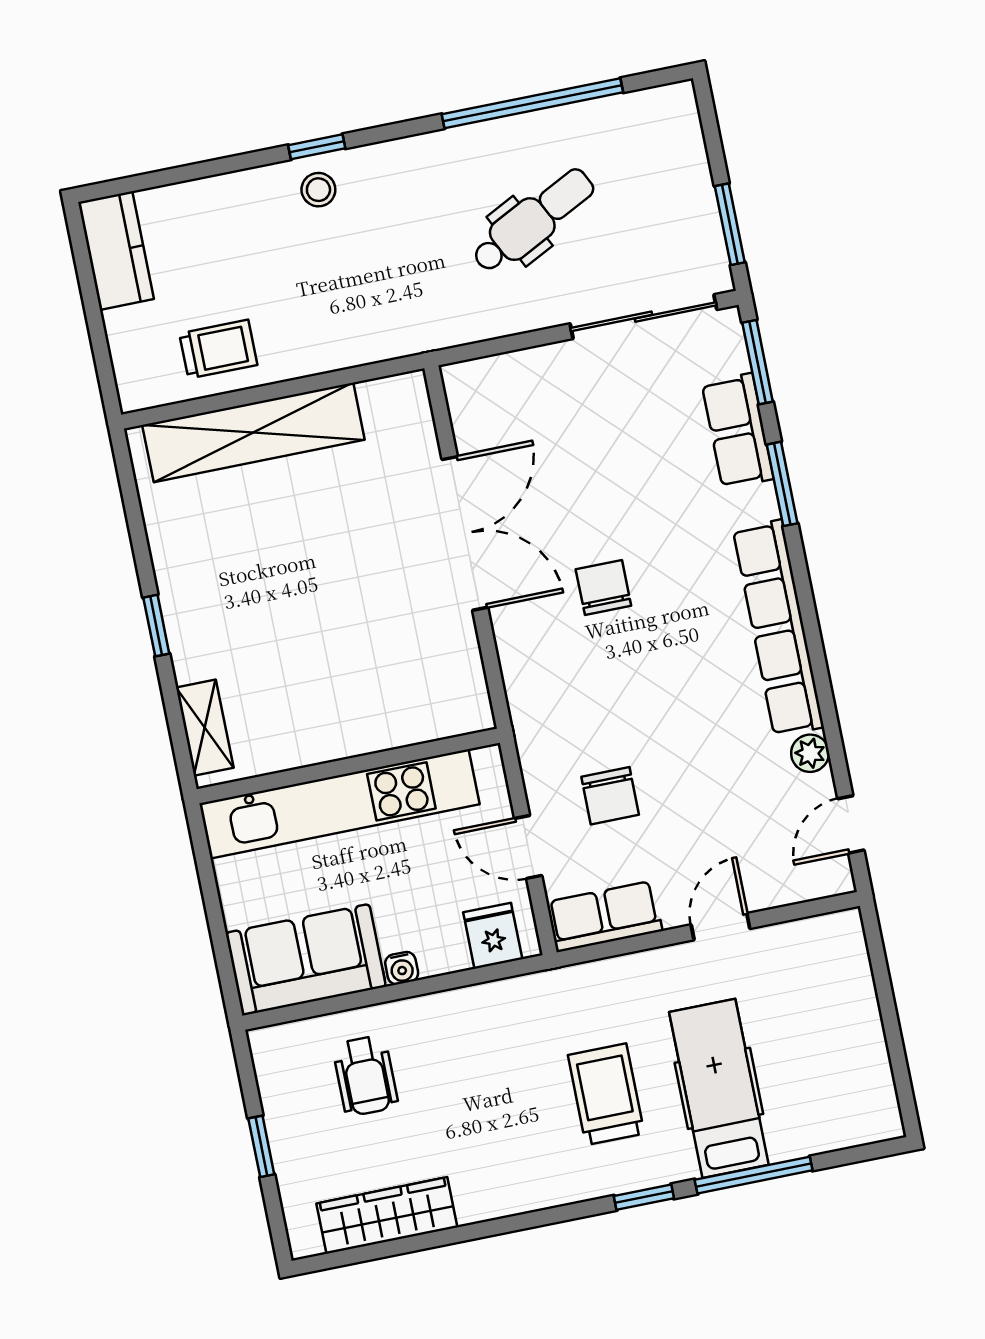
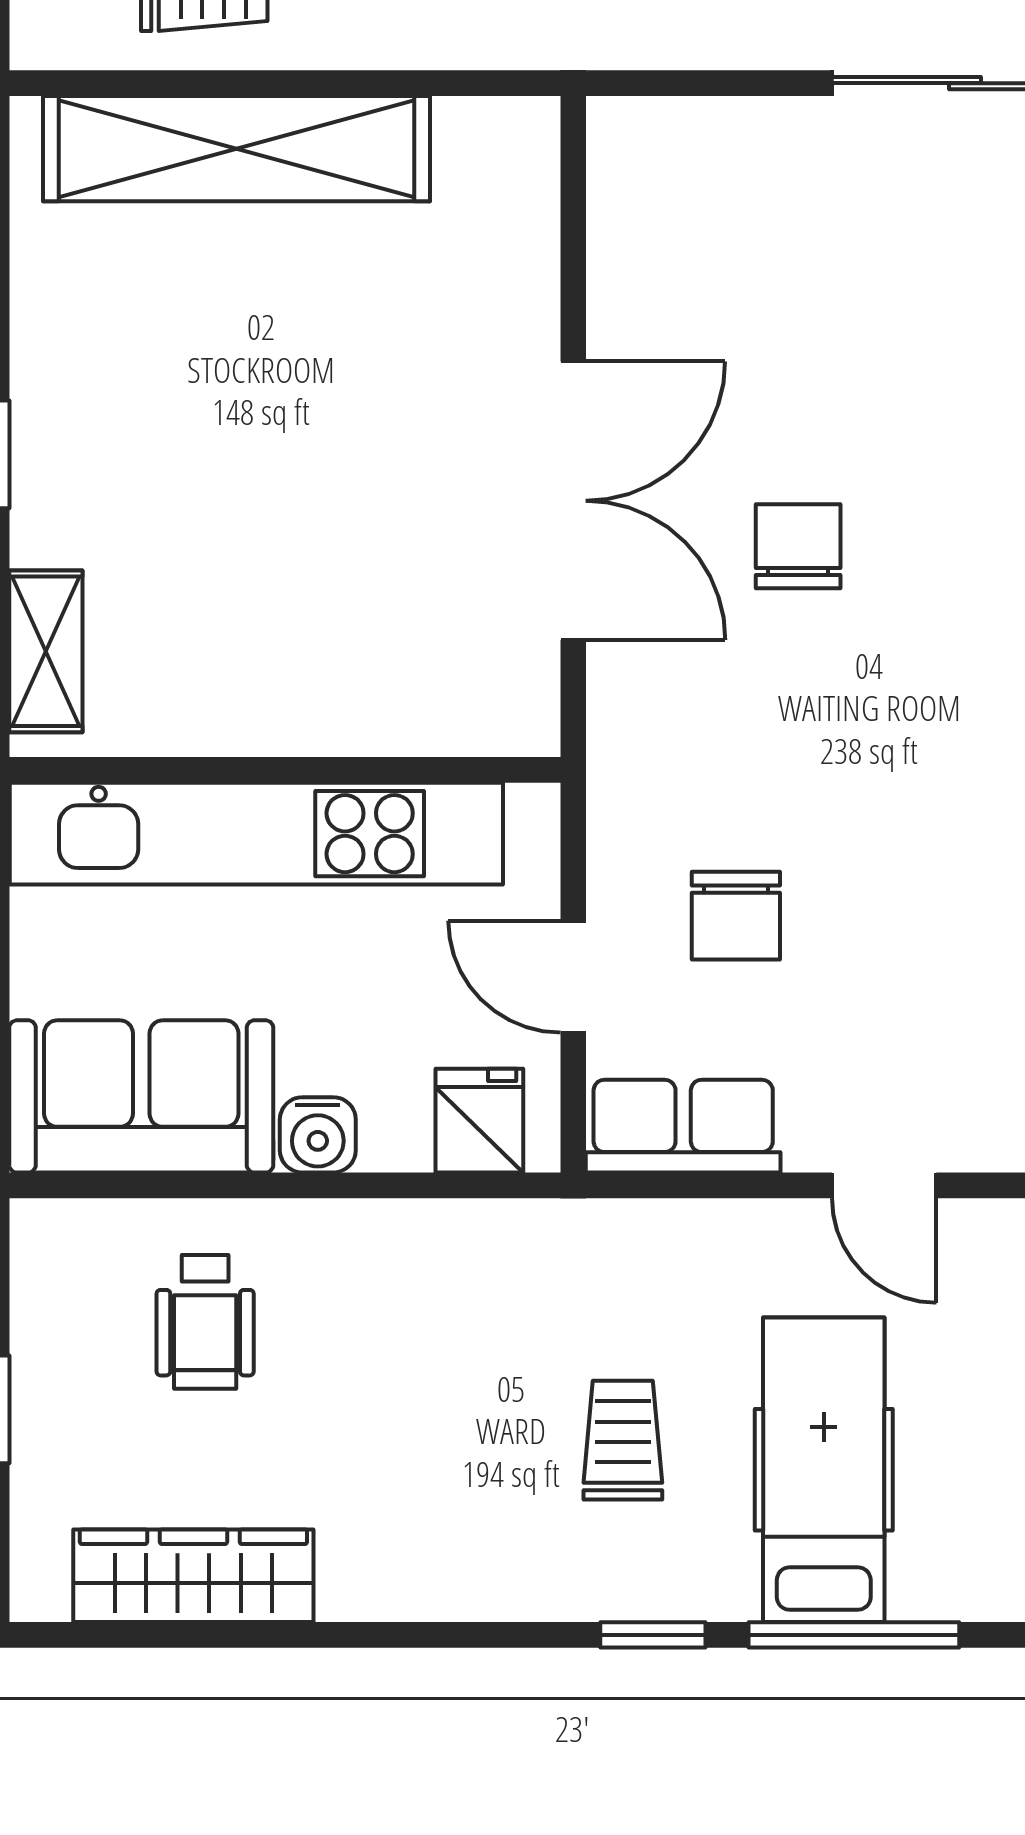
double door: (465, 533) -> (573, 501), moved
door: (721, 927) -> (884, 1185), swing flipped
water cooler: (402, 968) -> (318, 1135), width x1.38, depth x1.38
trolley: (606, 1094) -> (623, 1440), width x0.73, depth x0.72

